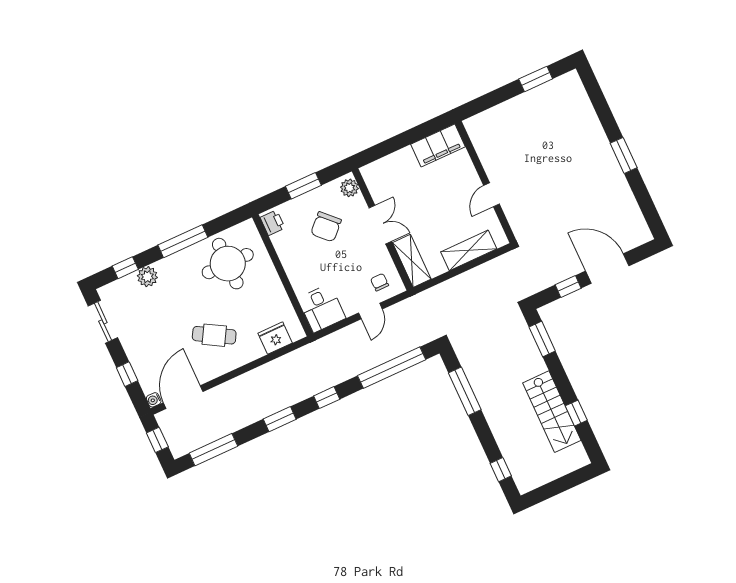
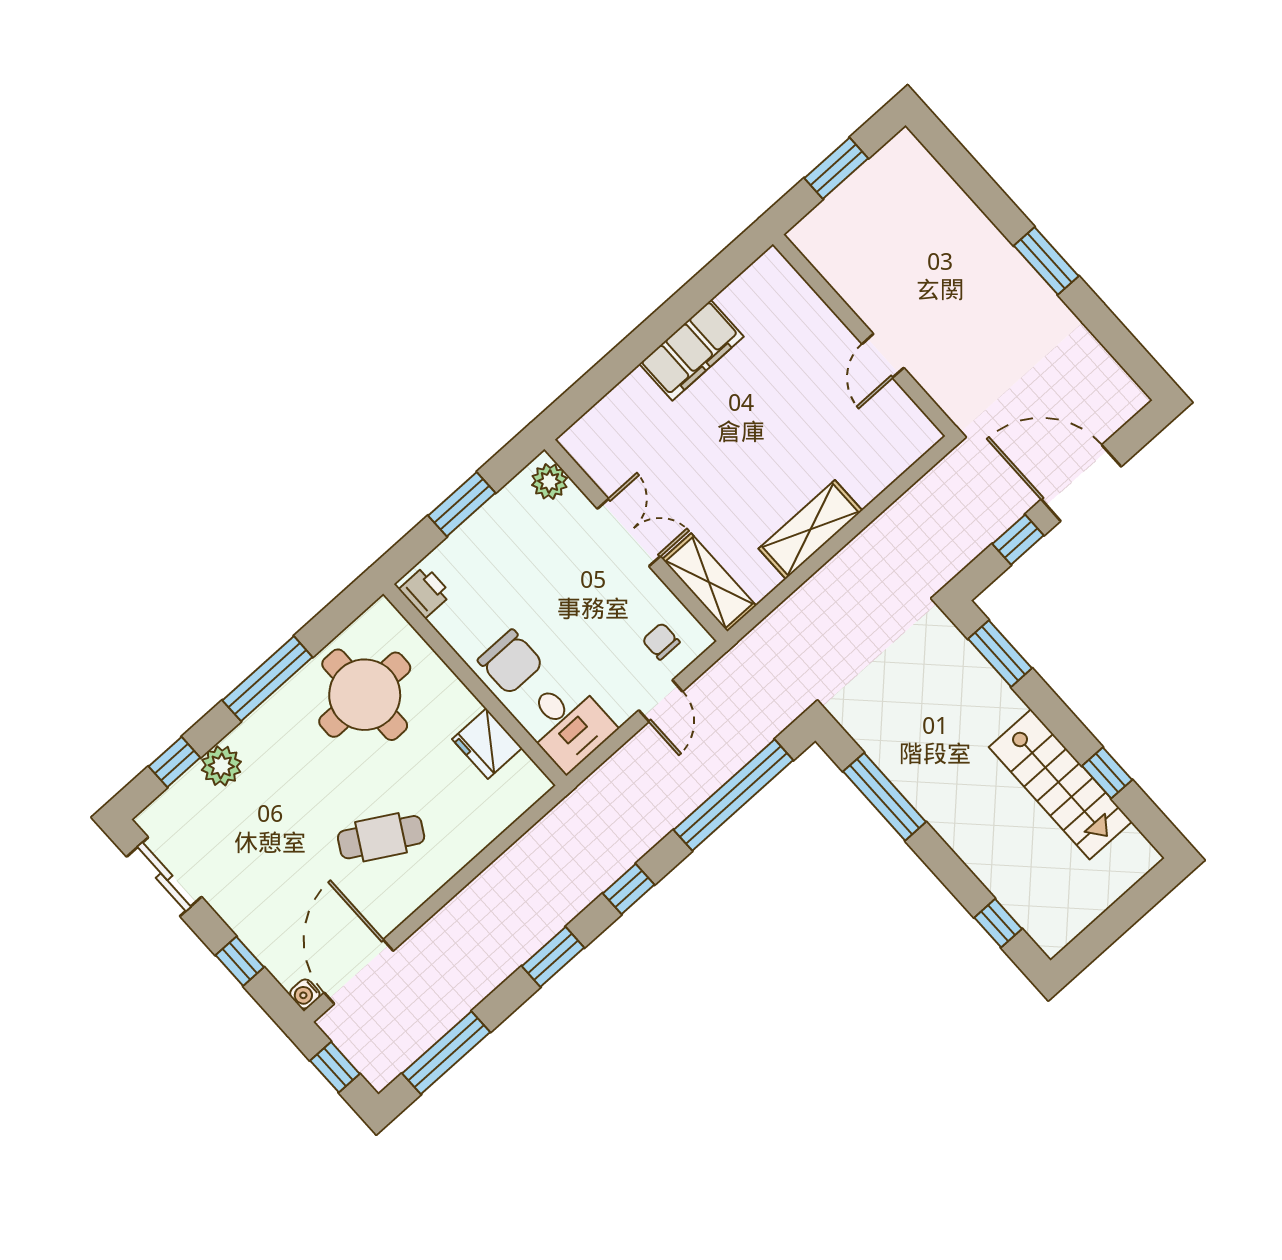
wall: (486, 182) -> (864, 335), moved
door: (491, 195) -> (883, 356), moved
chair: (326, 227) -> (511, 662), moved, turned -45
fridge: (275, 338) -> (487, 744), moved, turned -90

